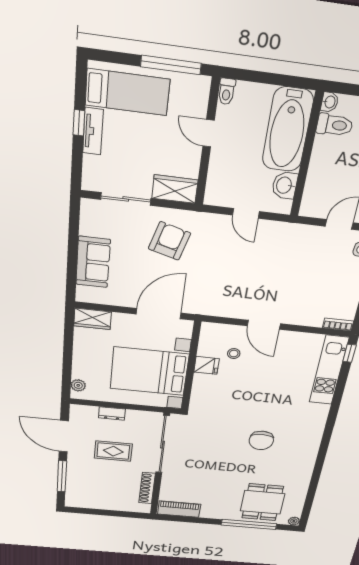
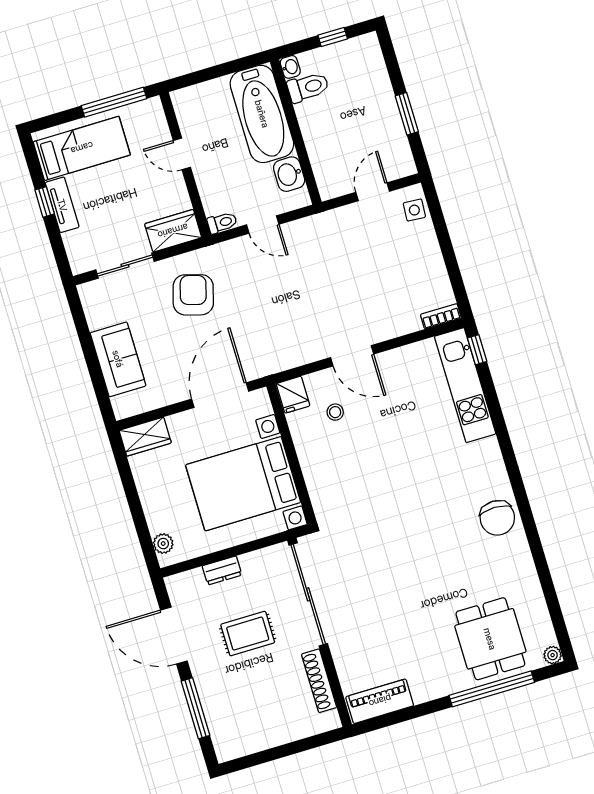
toilet: (227, 91) -> (222, 223), moved, turned -90
fridge: (206, 365) -> (293, 395), moved, turned 90
chair: (261, 440) -> (497, 518), moved

